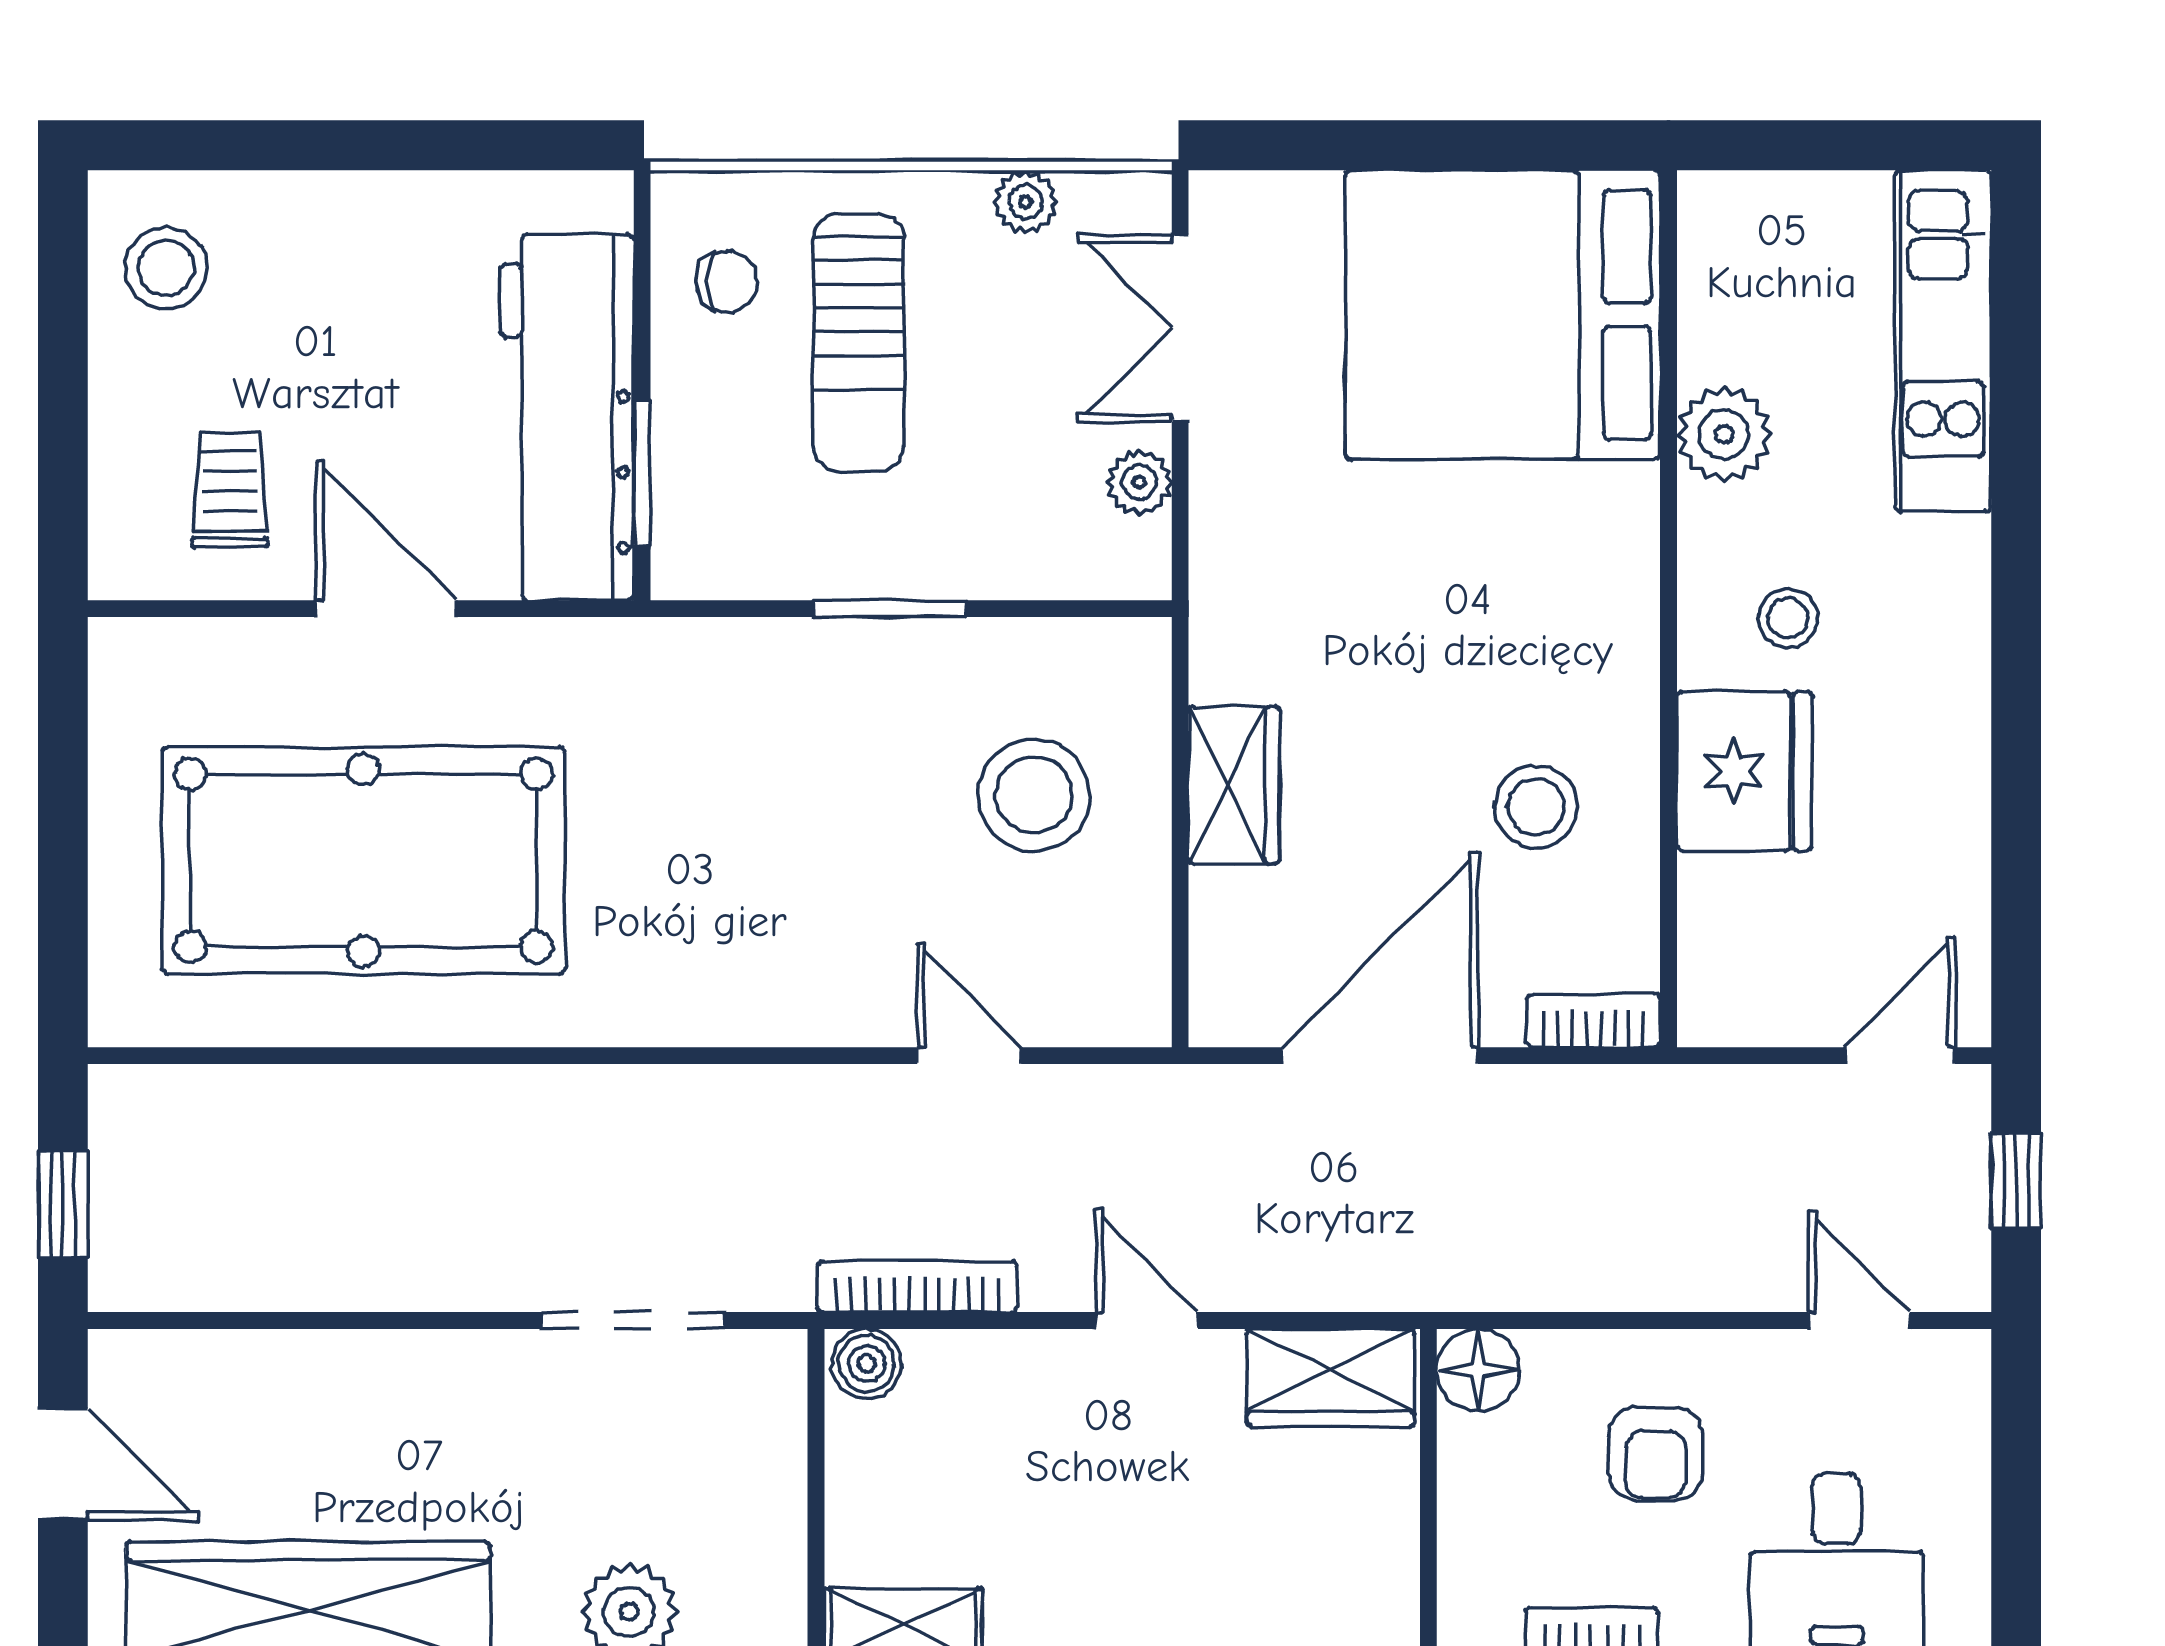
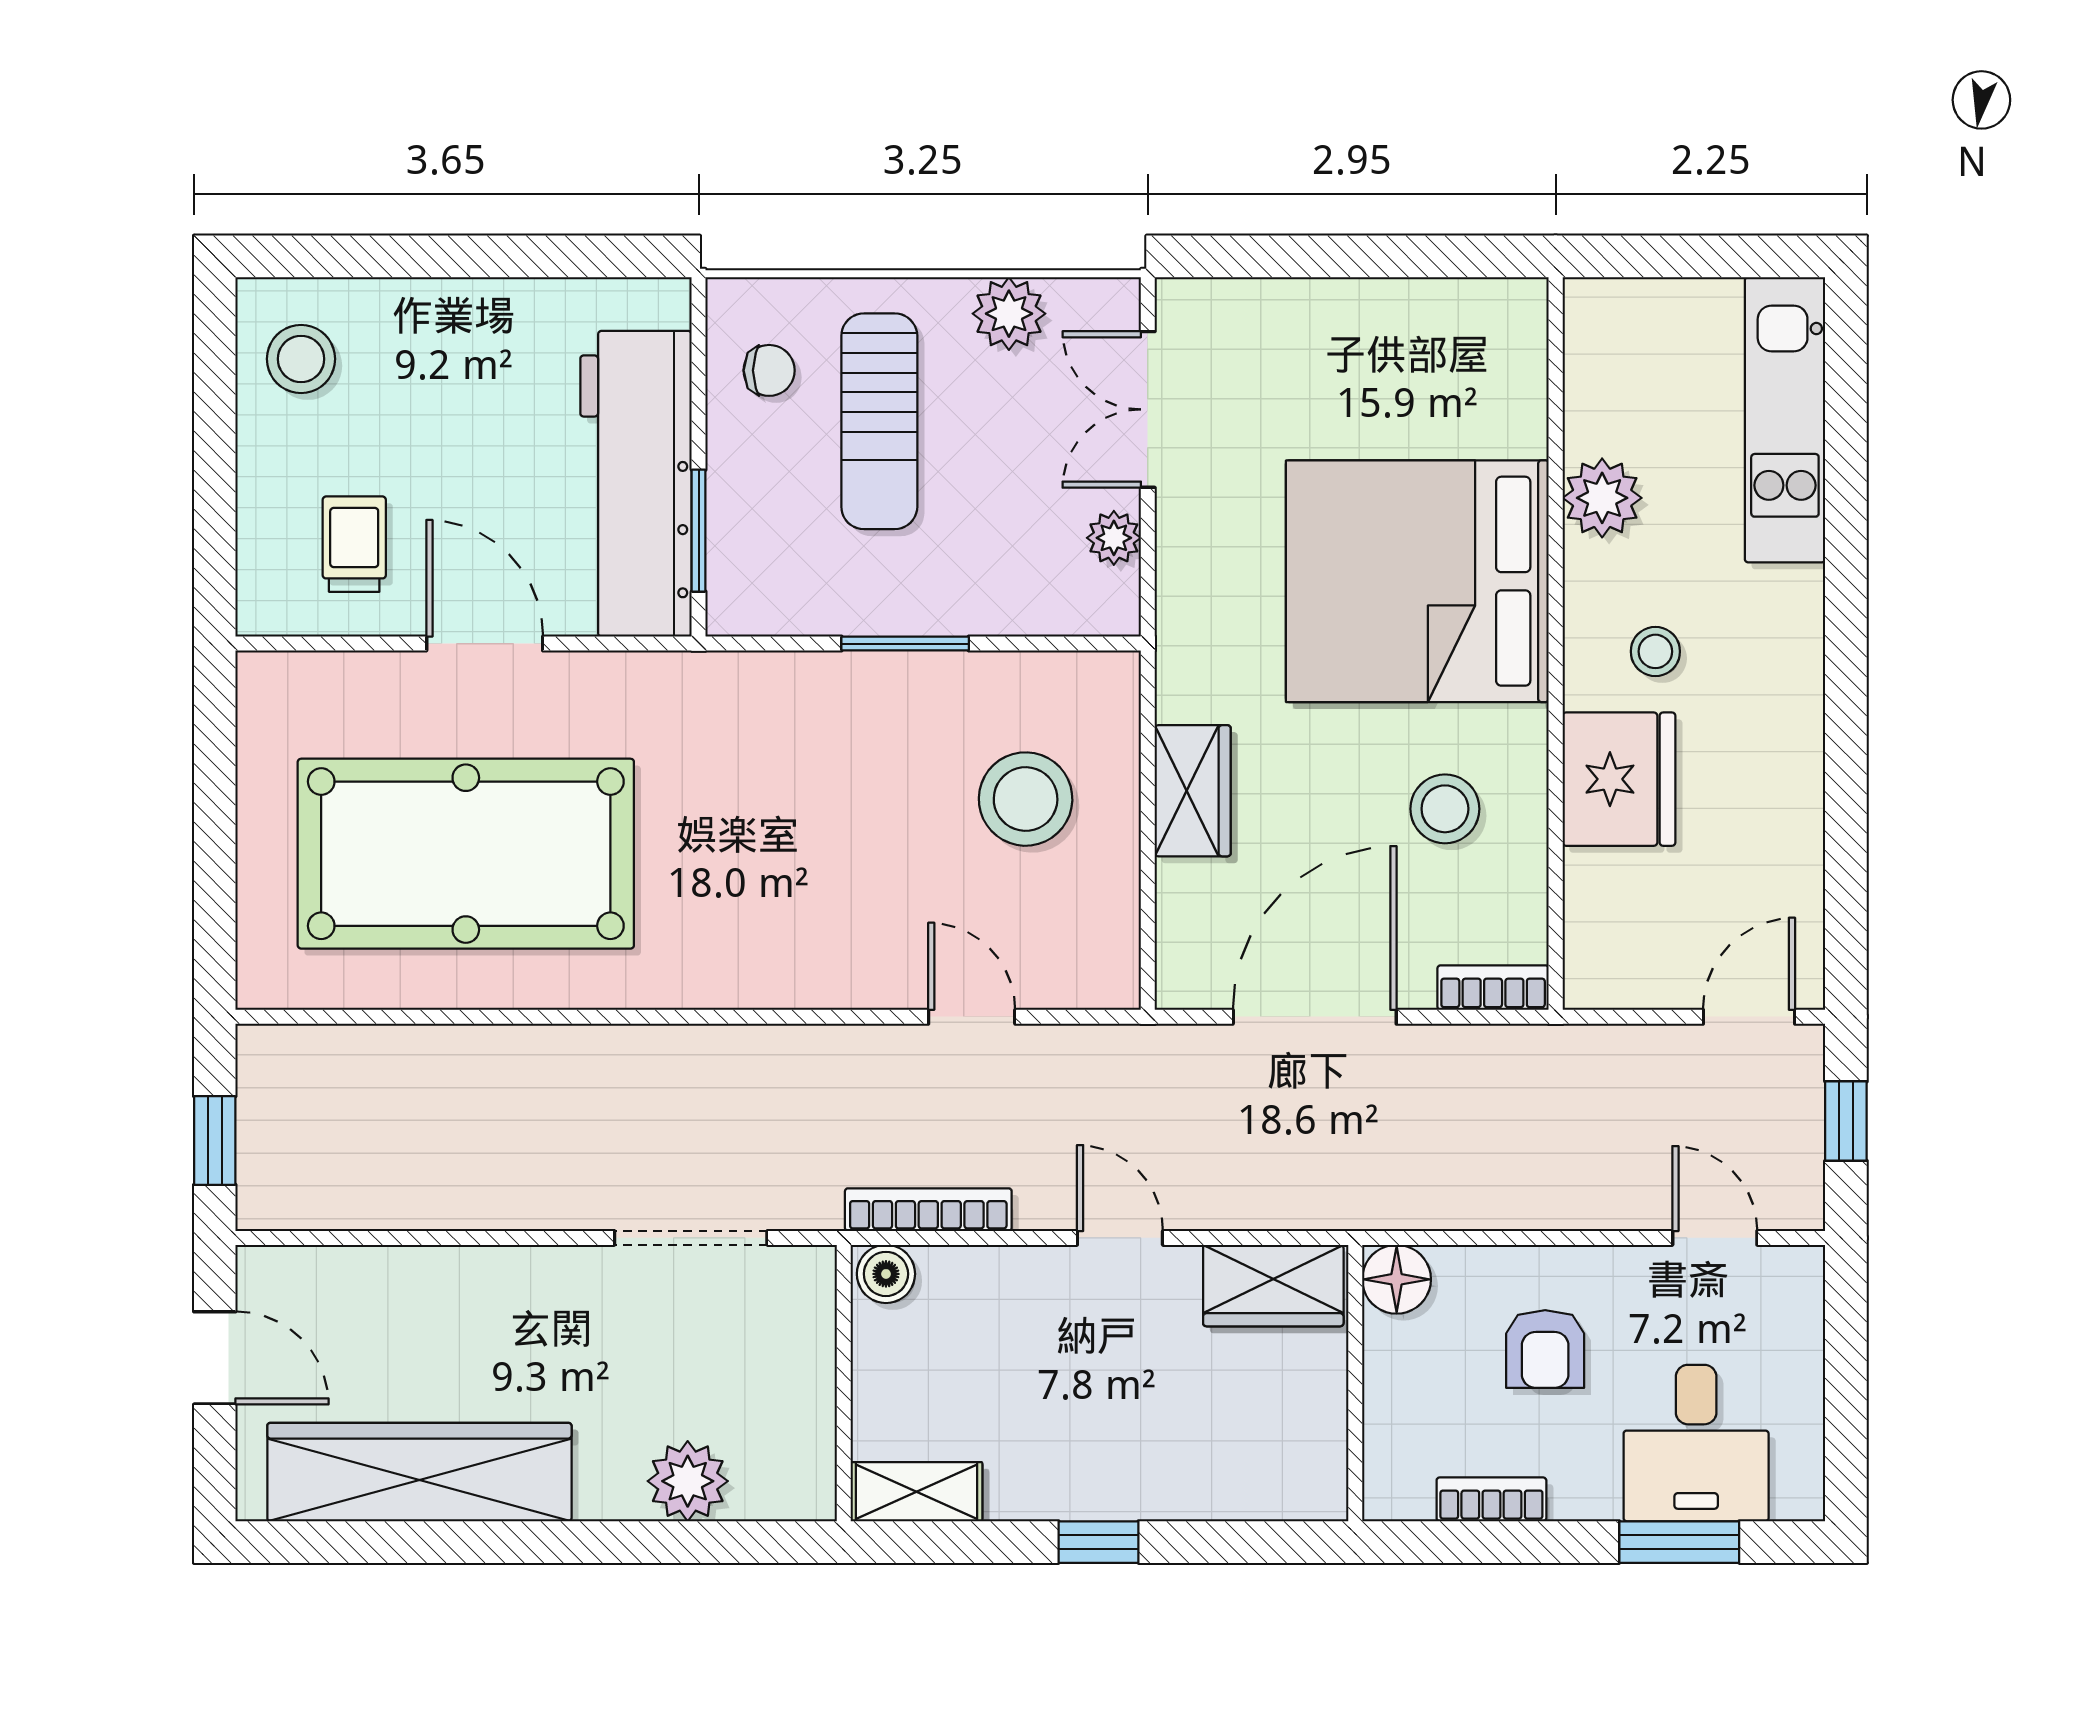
plant: (1026, 202) -> (1009, 314), width x1.38, depth x1.38
bed: (1503, 315) -> (1417, 581), moved

